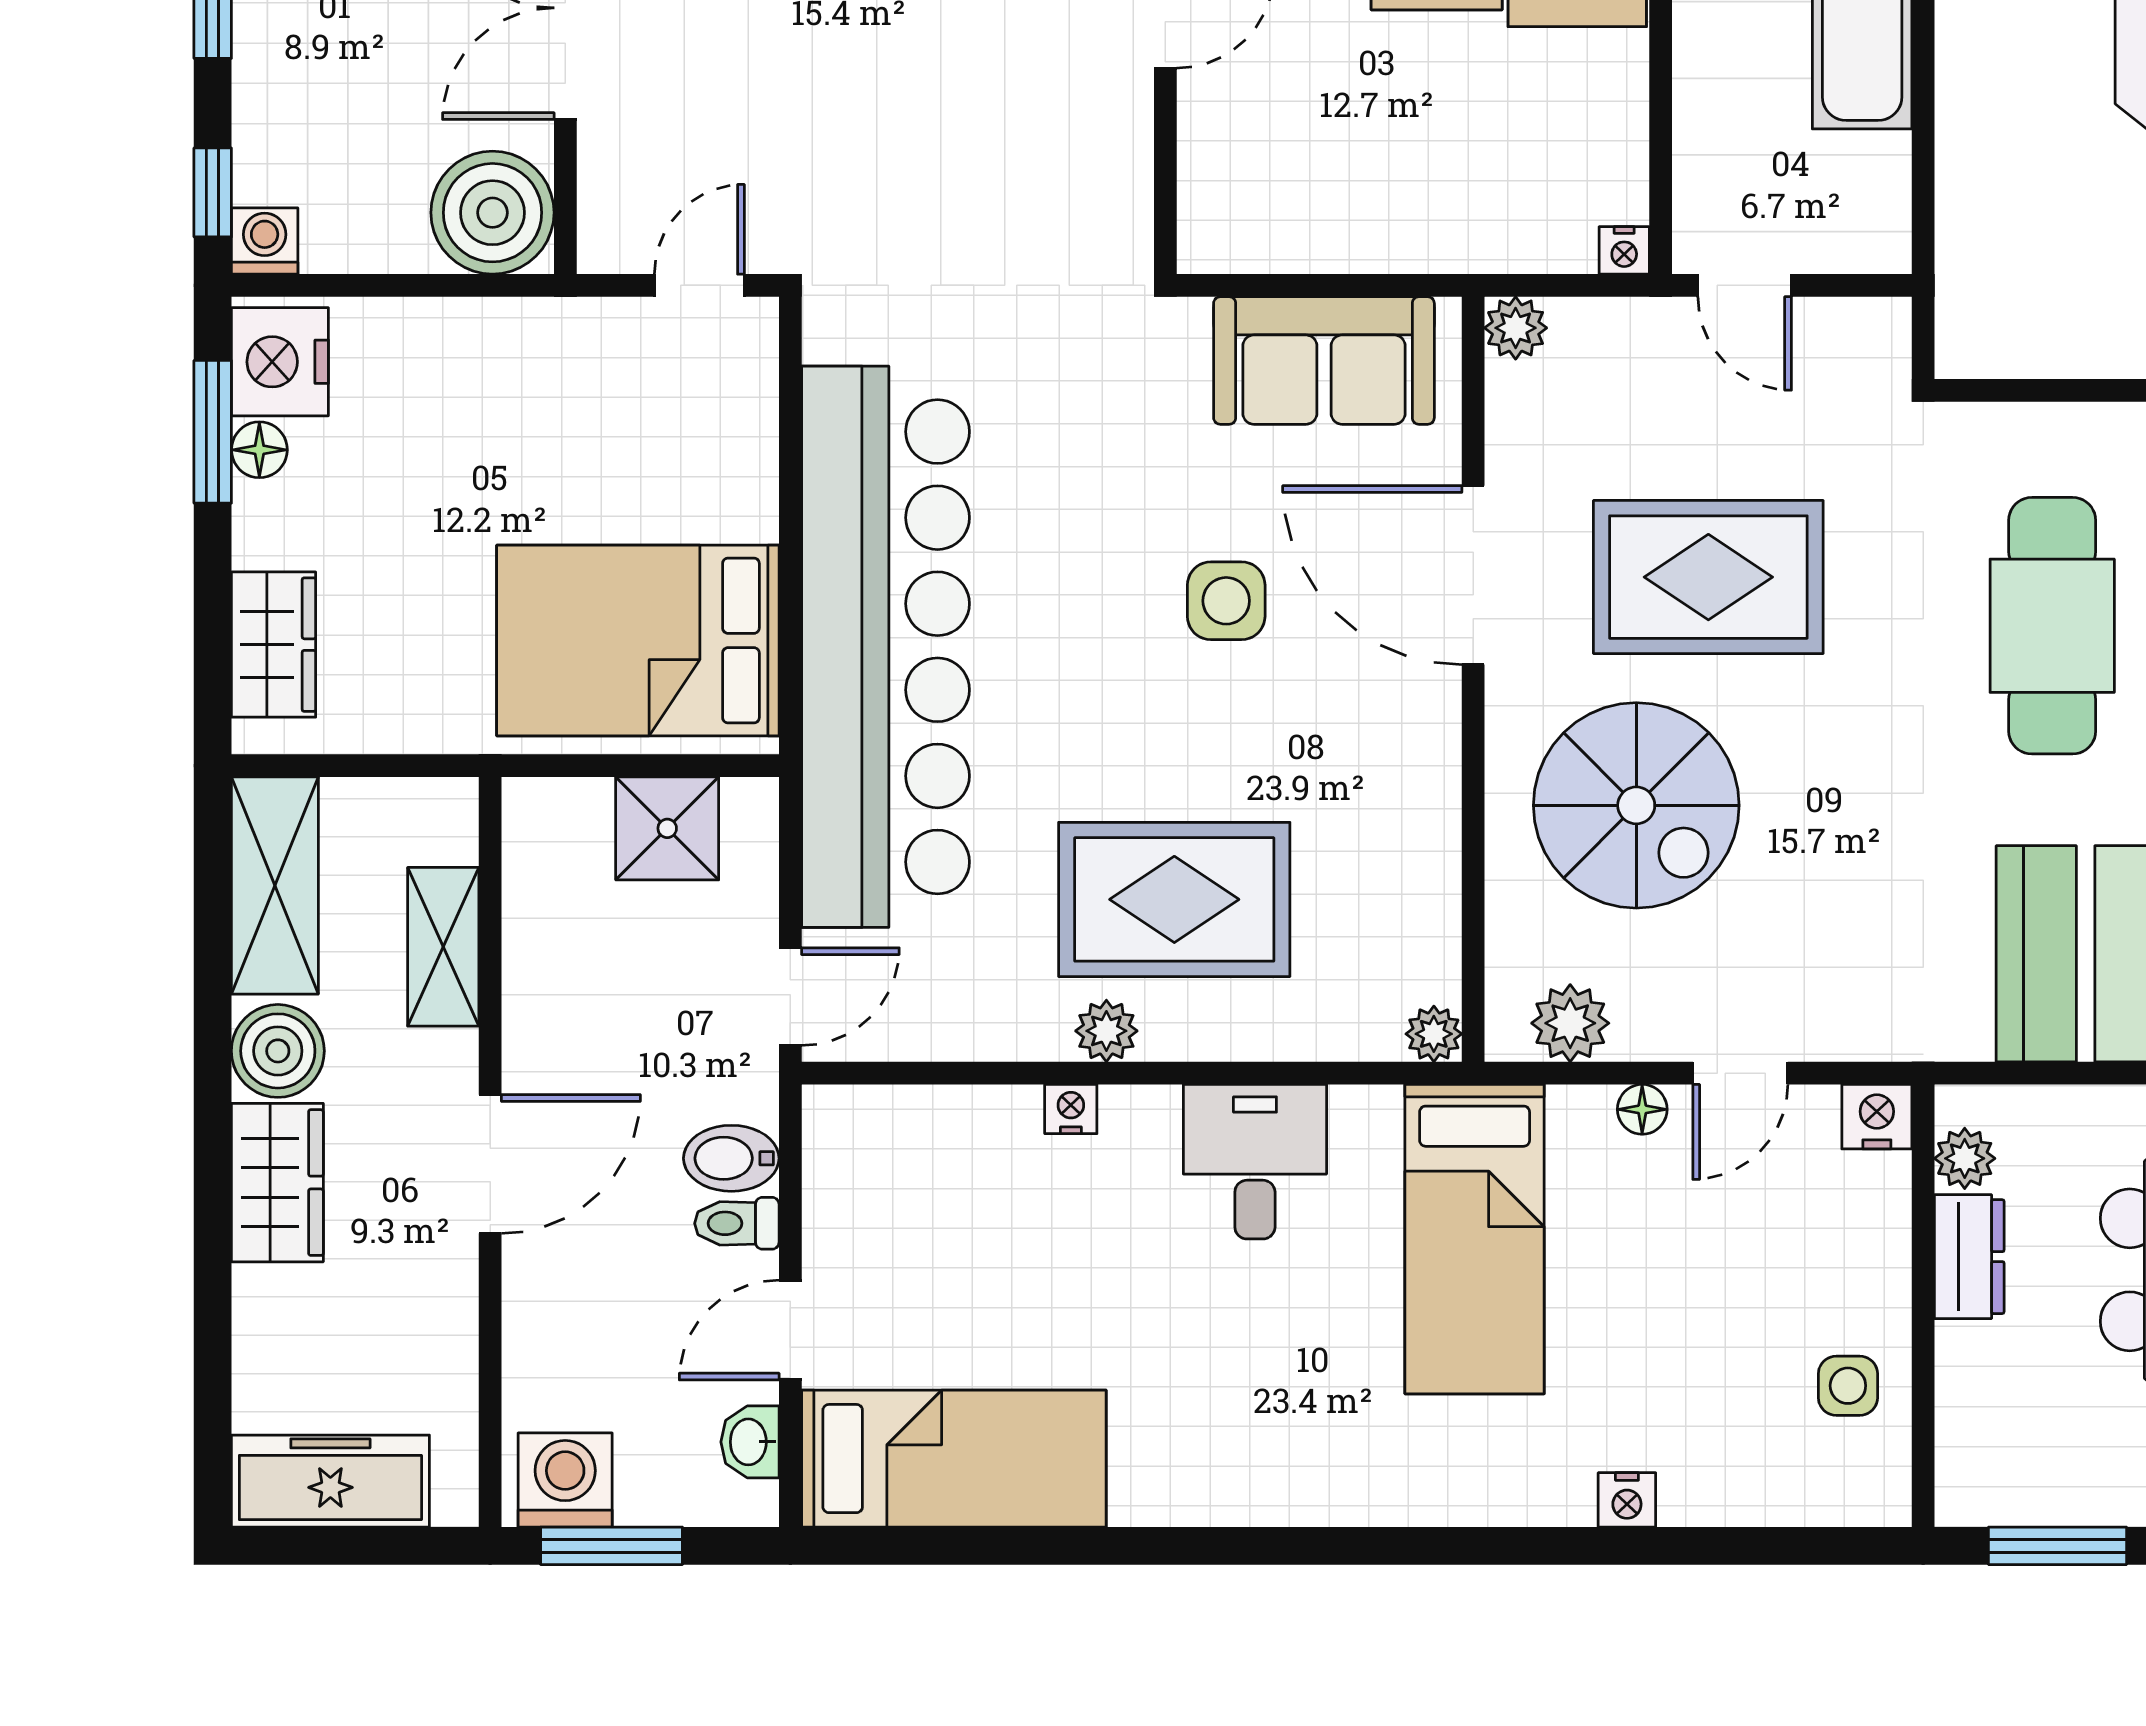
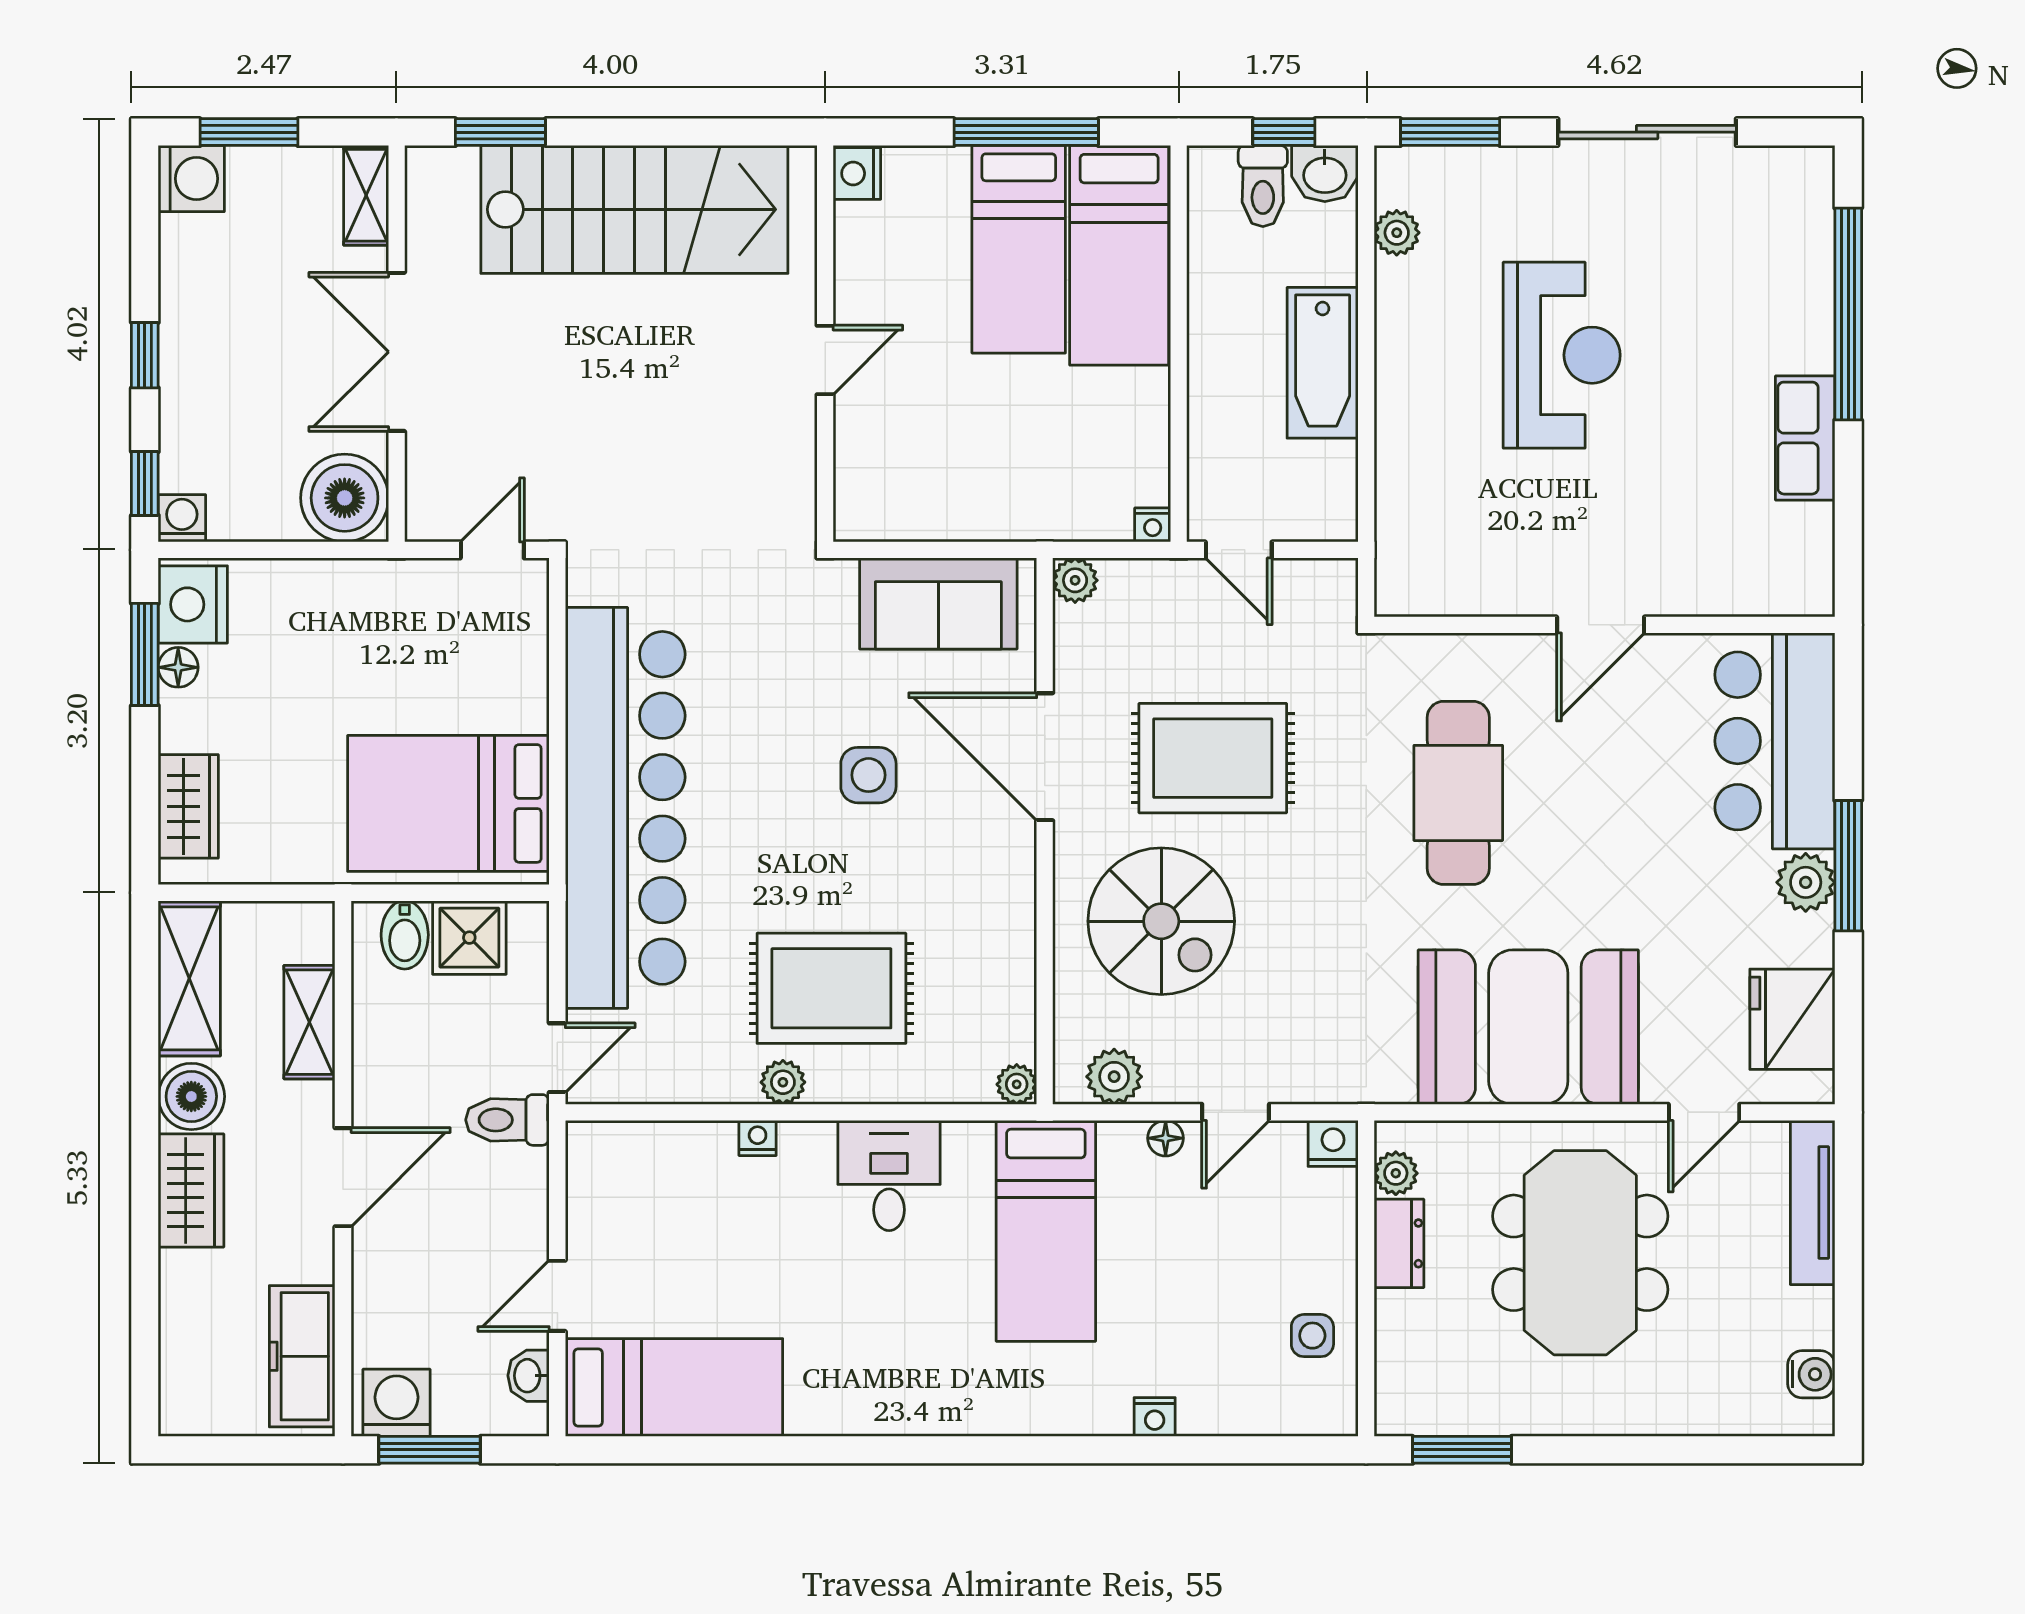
bidet: (731, 1158) -> (405, 935), moved, turned -90
toilet: (737, 1223) -> (507, 1120), moved, width x1.37, depth x1.39
freezer: (330, 1481) -> (302, 1356), moved, turned -90

